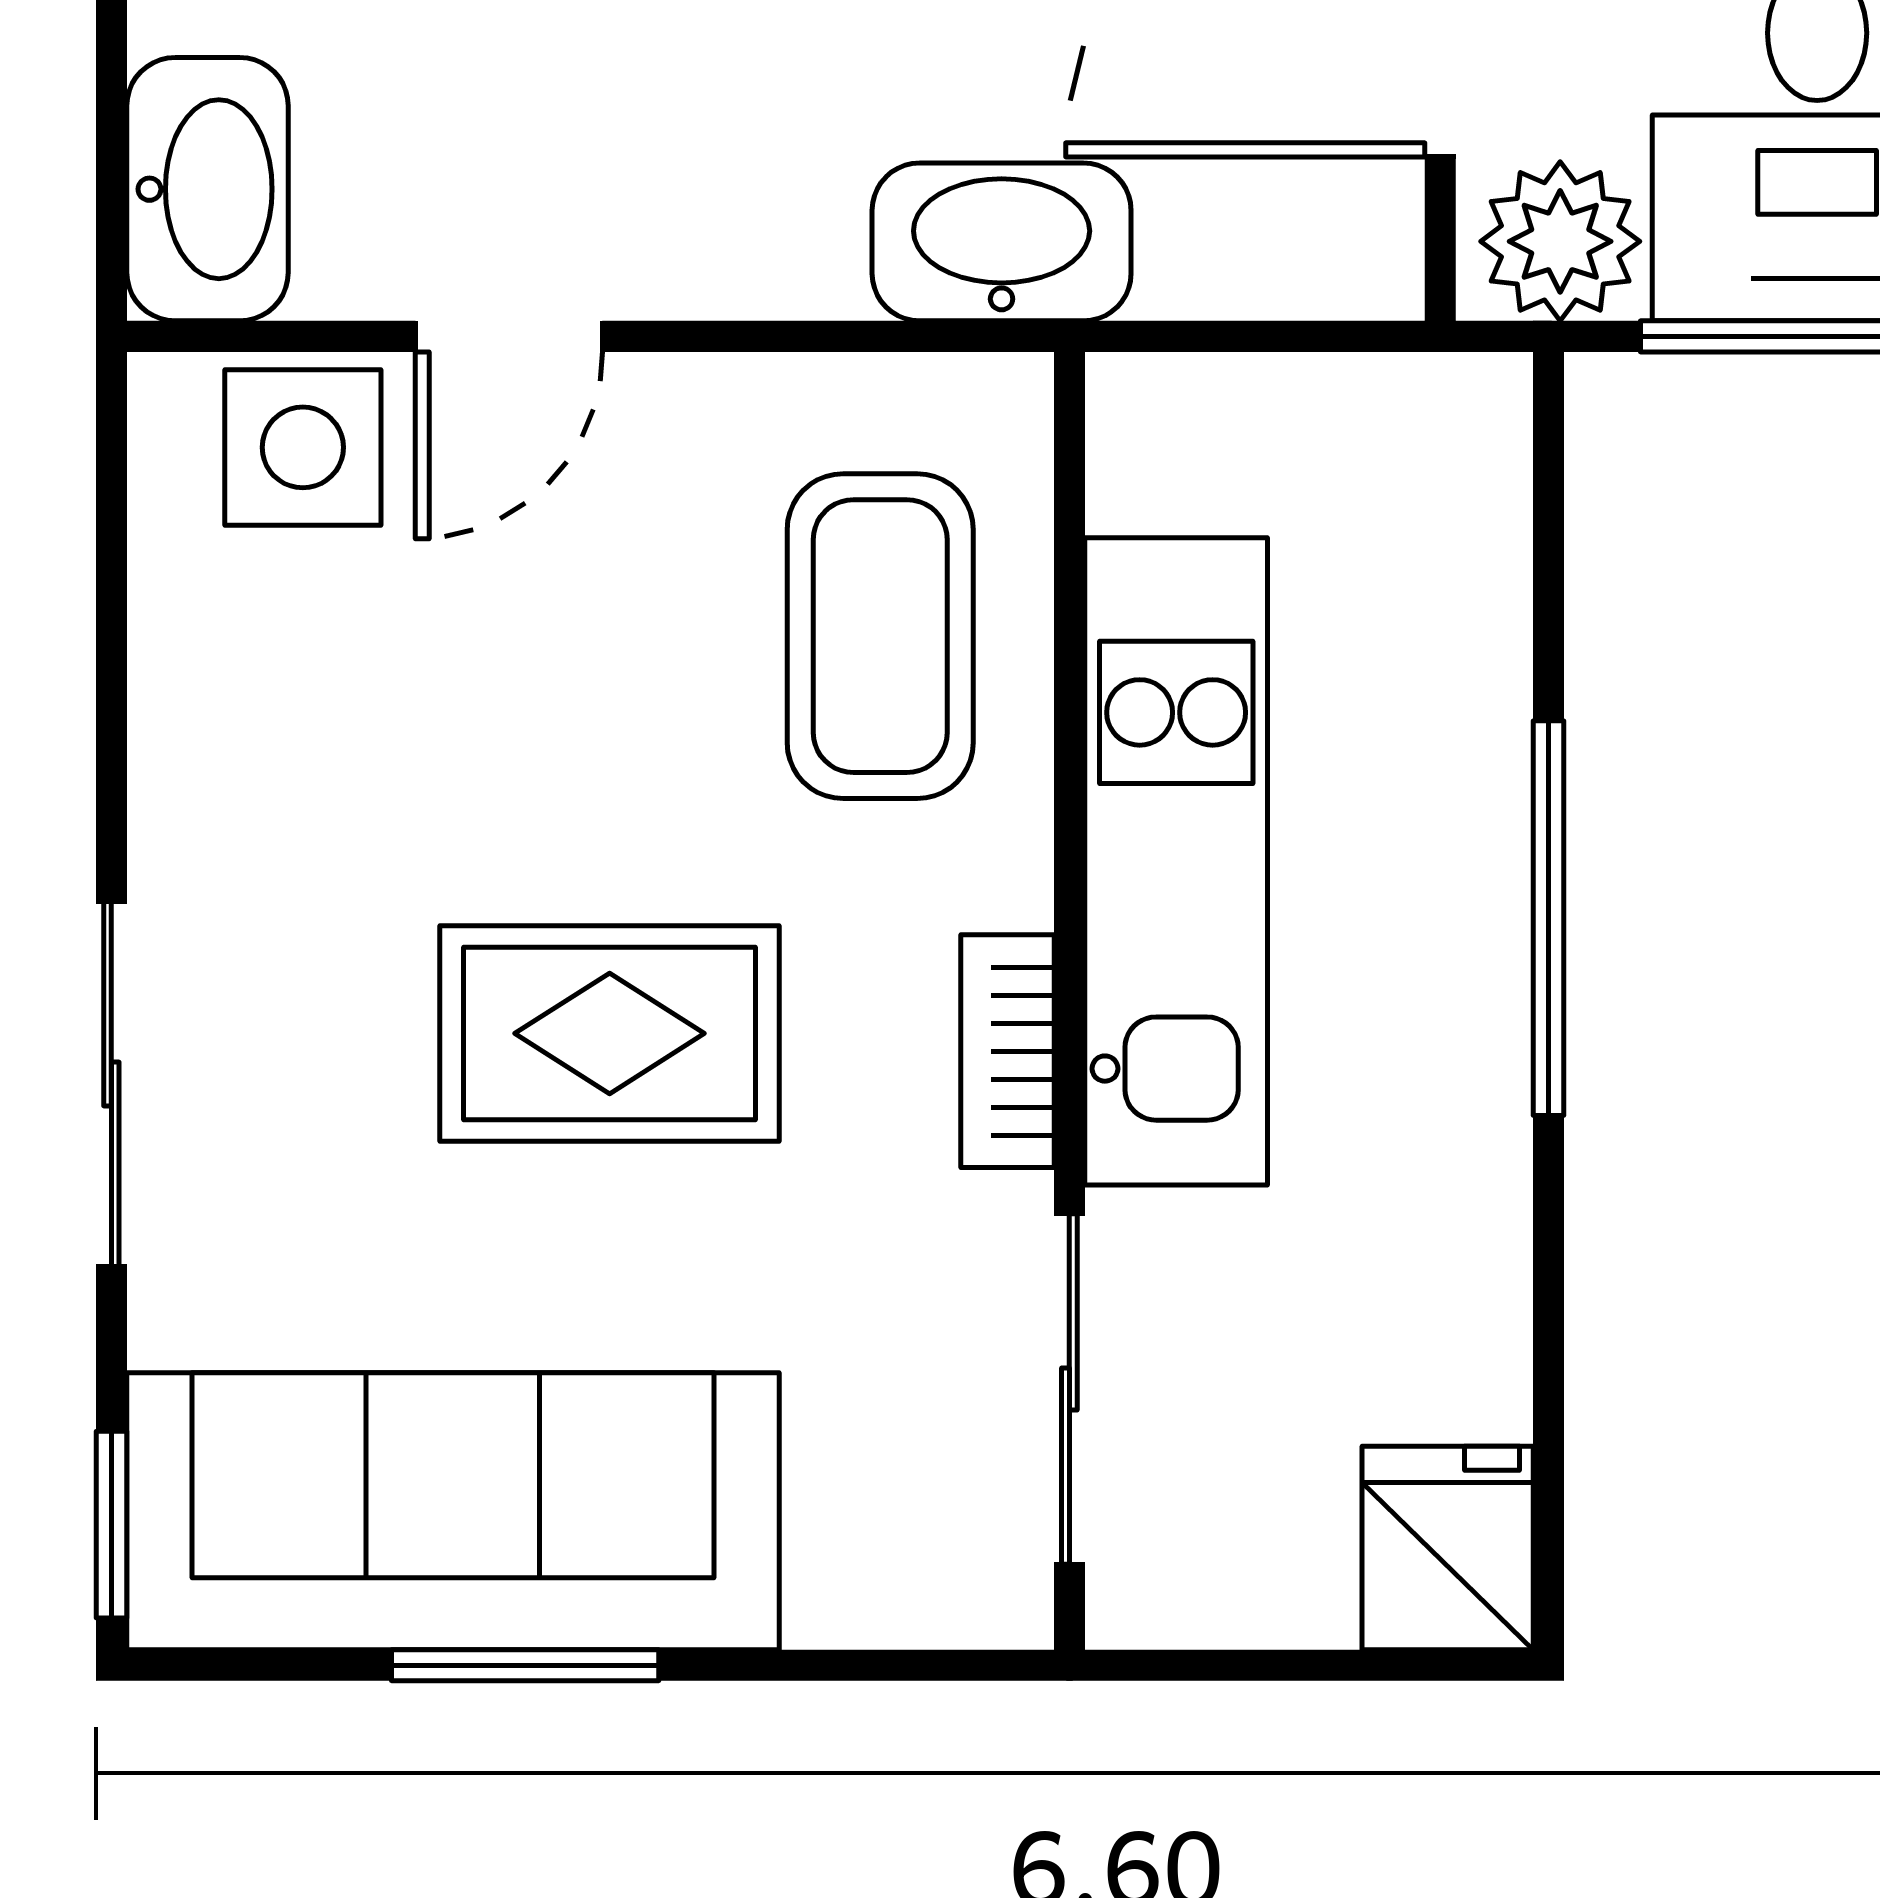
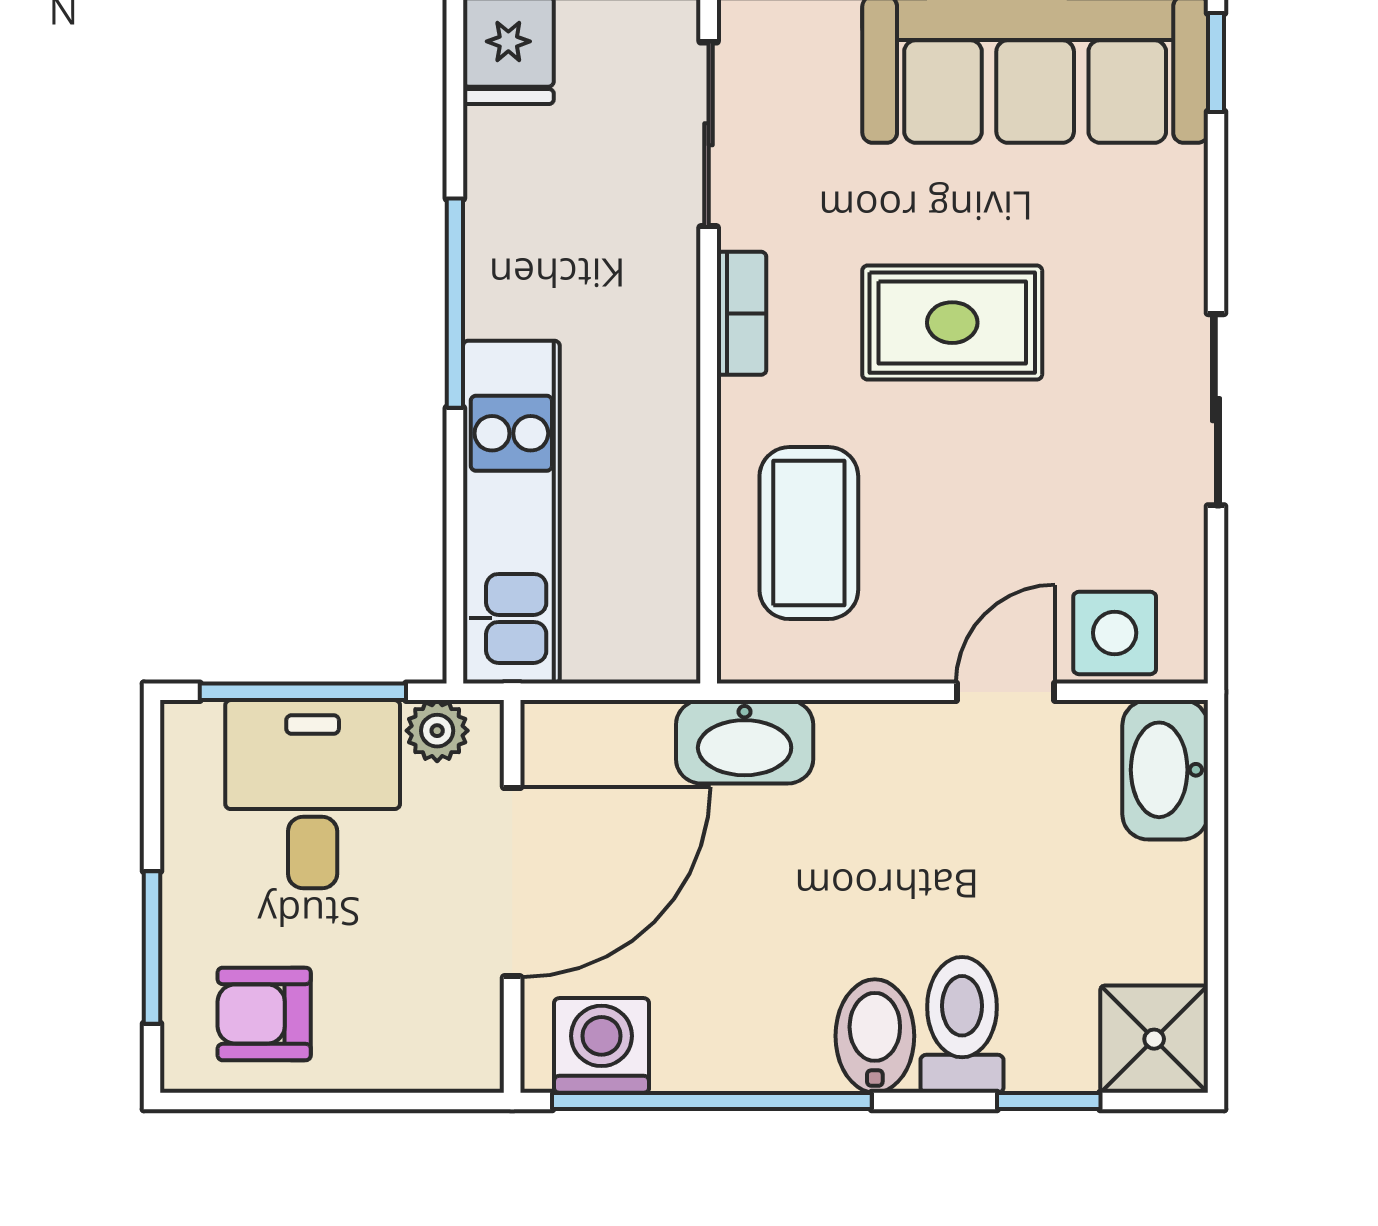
plant: (1560, 241) -> (437, 731), width x0.73, depth x0.73
kitchen unit: (1176, 861) -> (511, 512), moved, turned 180
window: (1548, 918) -> (455, 303), moved
sliding door: (111, 1084) -> (1216, 410), moved

